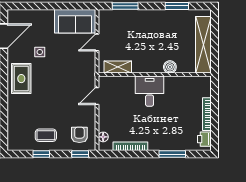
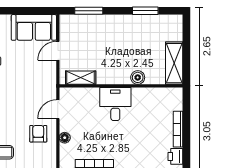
shelving: (203, 45) -> (174, 63), width x0.68
armchair: (79, 135) -> (38, 134), moved
floor lamp: (103, 137) -> (65, 138), moved

